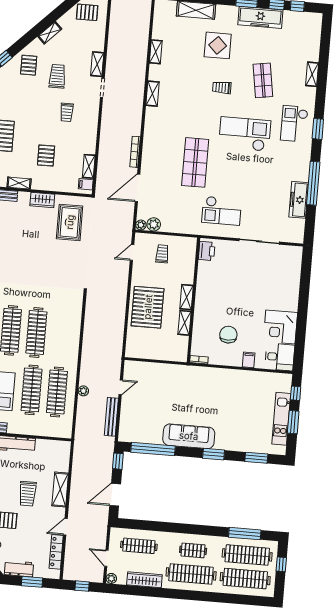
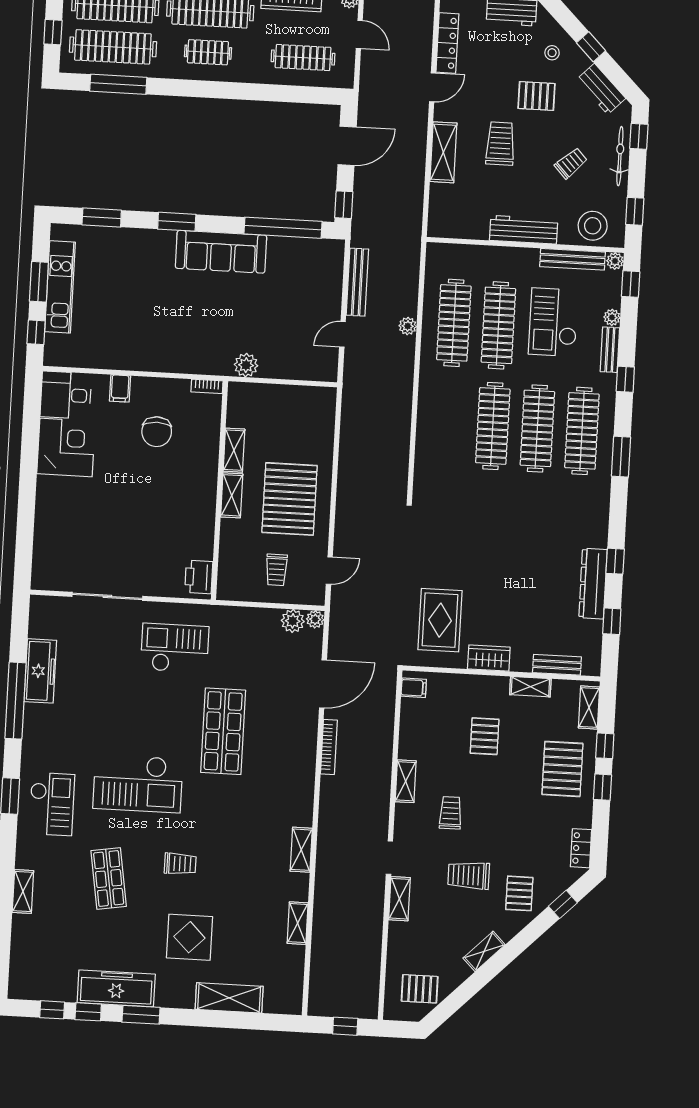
trolley: (57, 76) -> (469, 875), turned 90
shelving: (89, 166) -> (406, 781), moved
pallet: (148, 307) -> (290, 499), moved
plant: (176, 371) -> (246, 365), added

